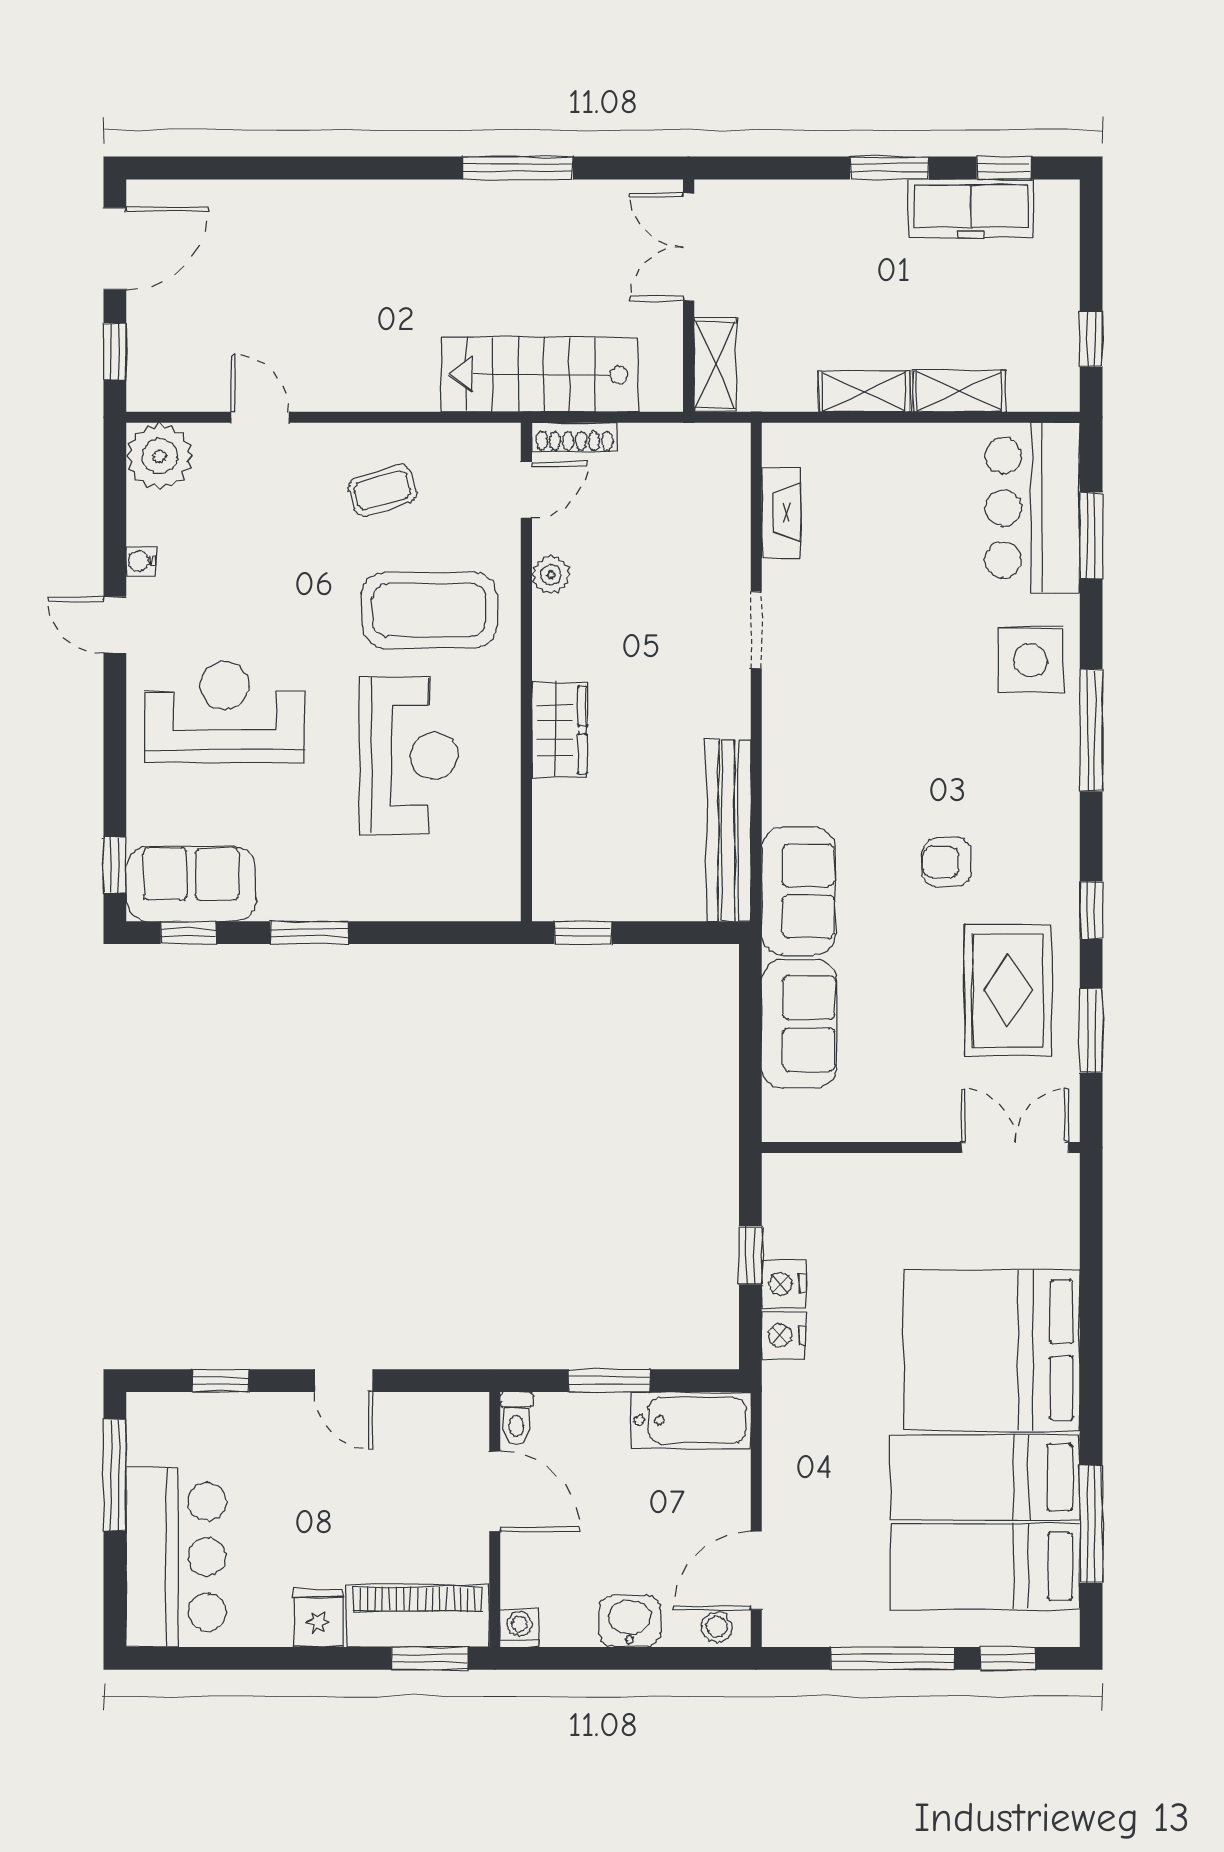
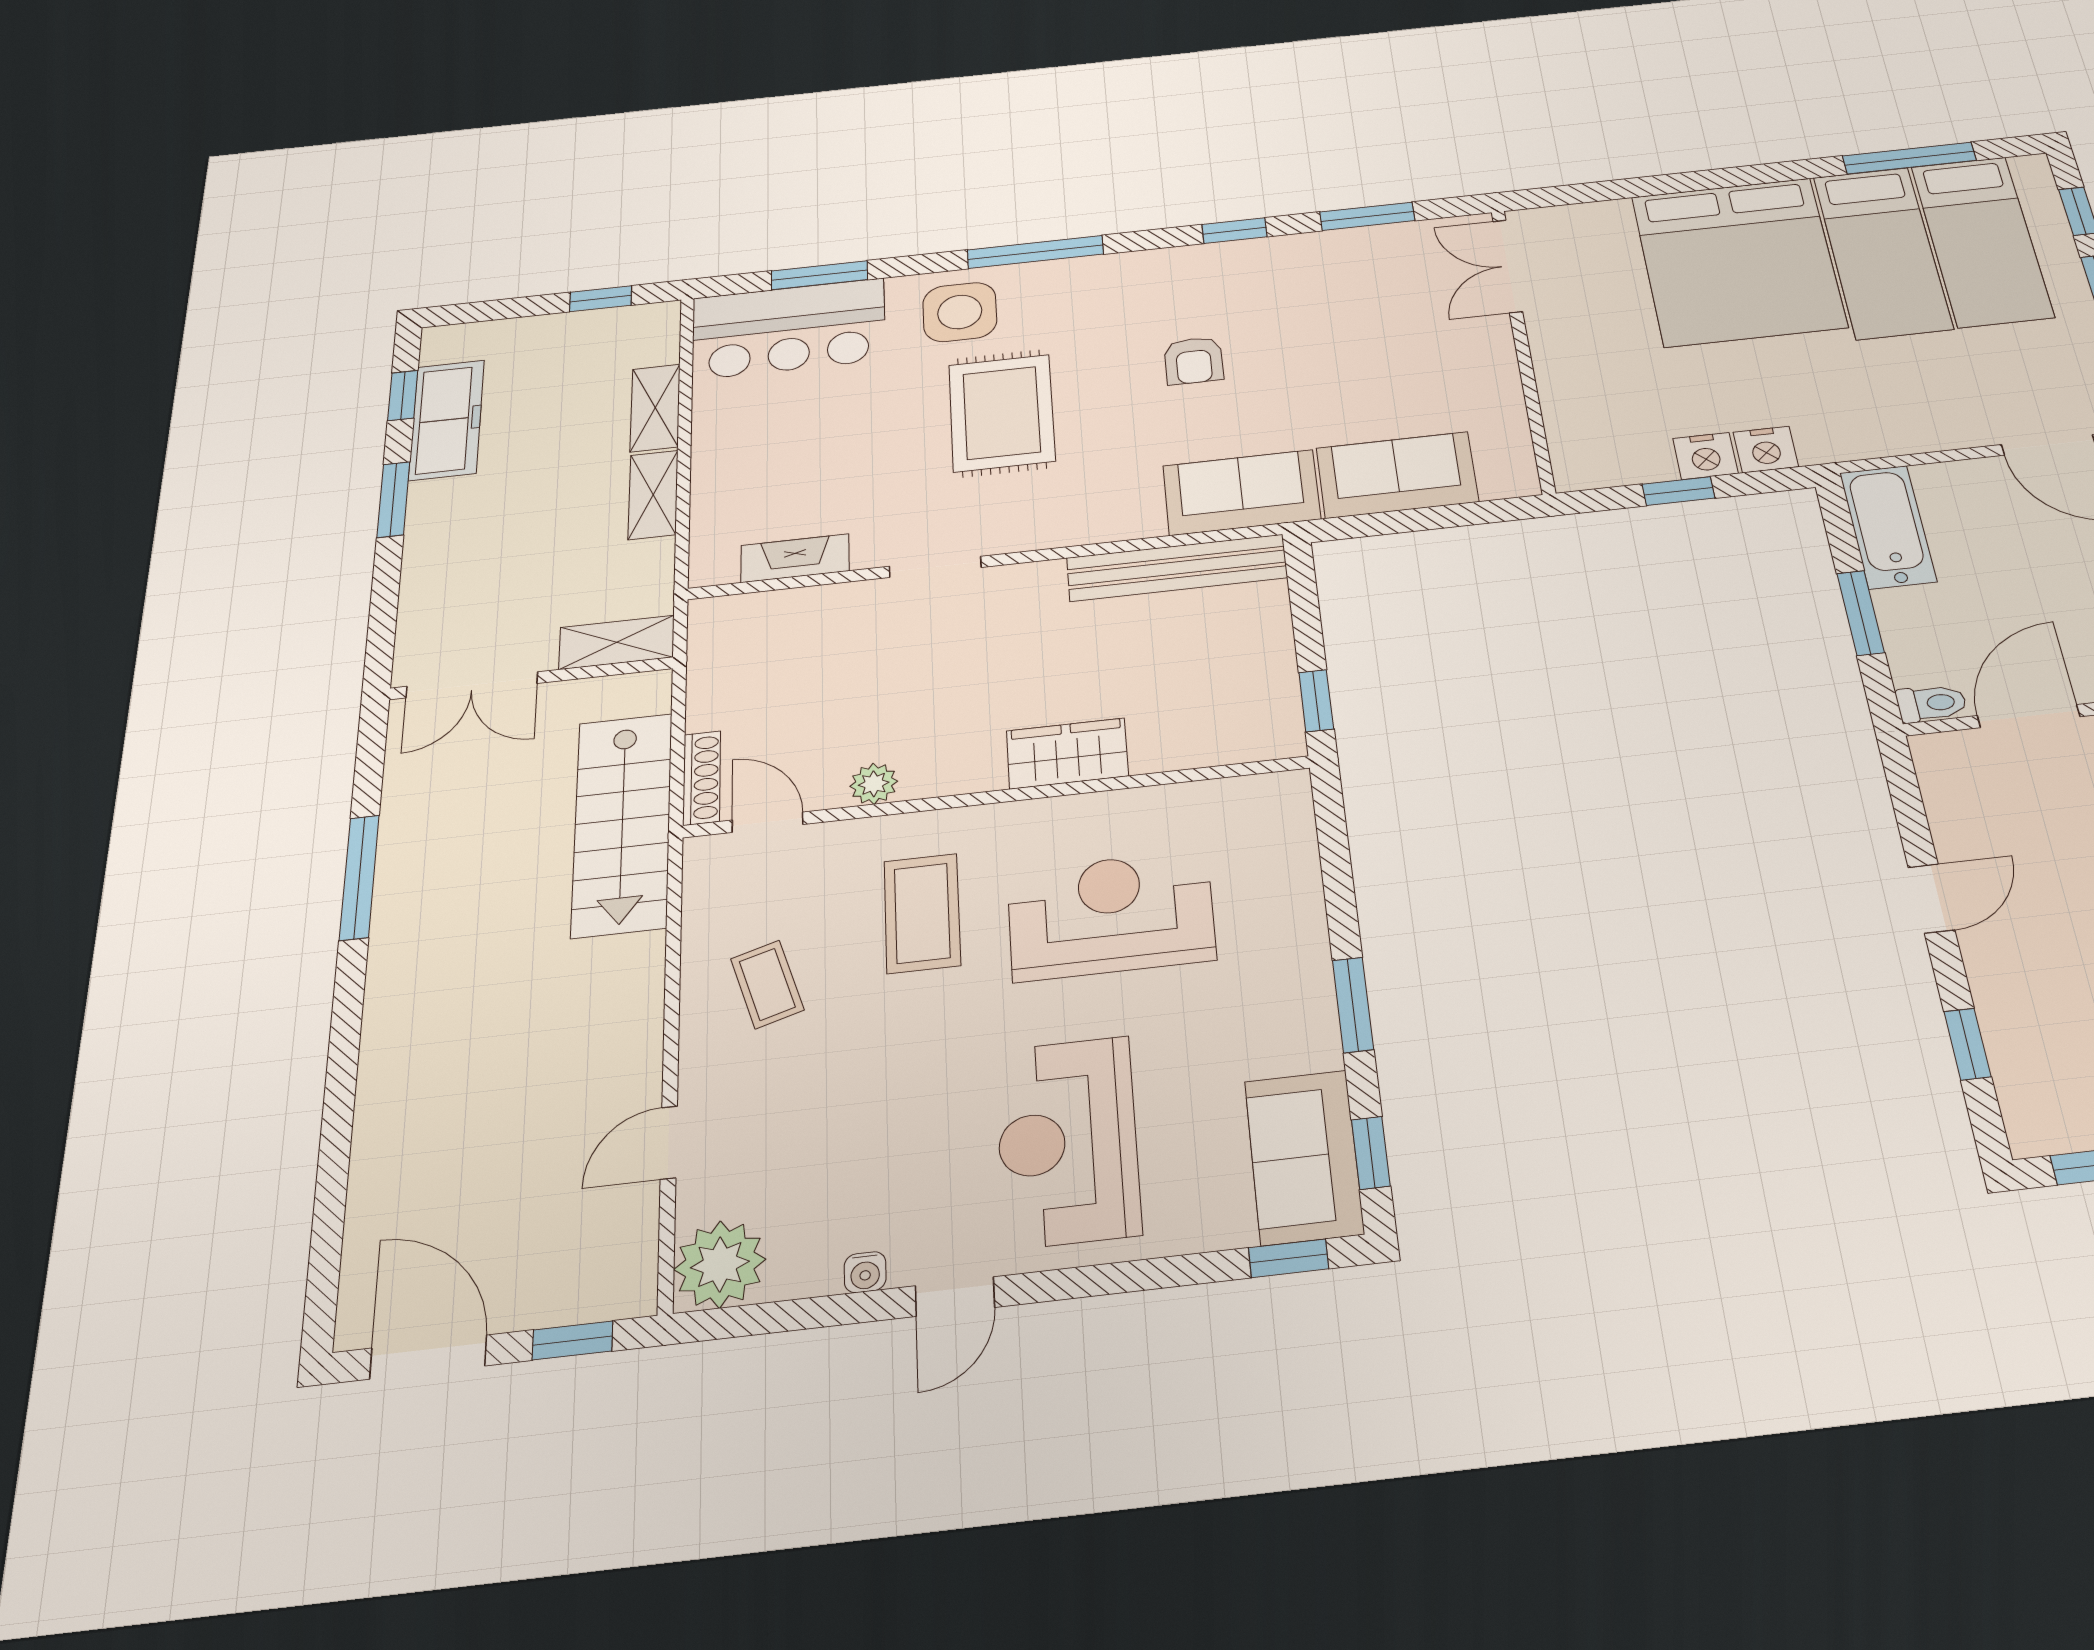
coffee table: (429, 610) -> (922, 913), width x0.73, depth x0.76
rug: (1008, 990) -> (1002, 413), moved, turned 90

